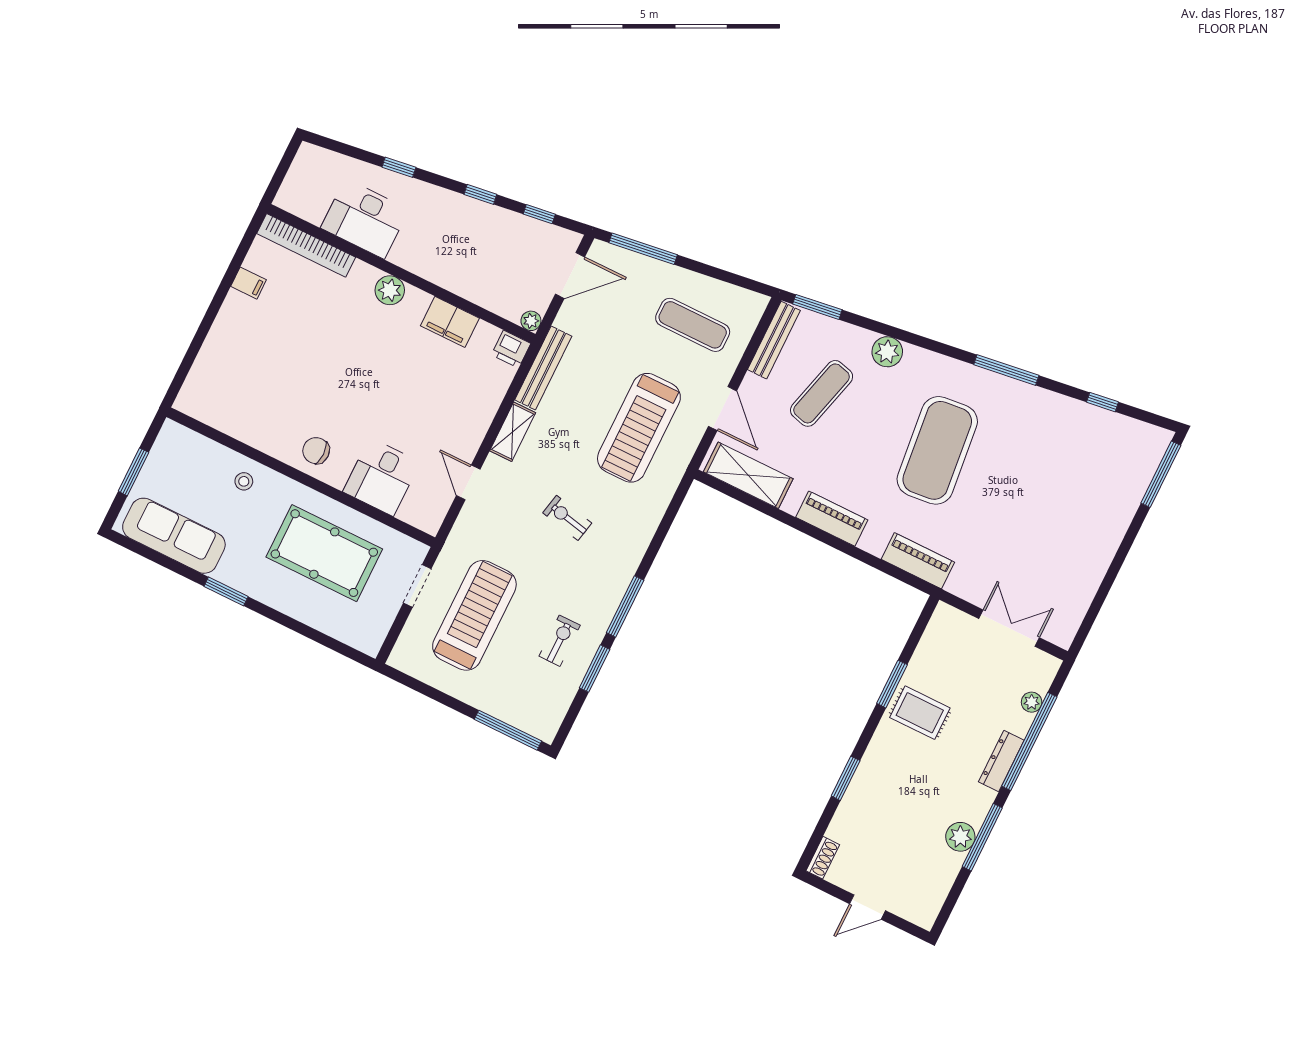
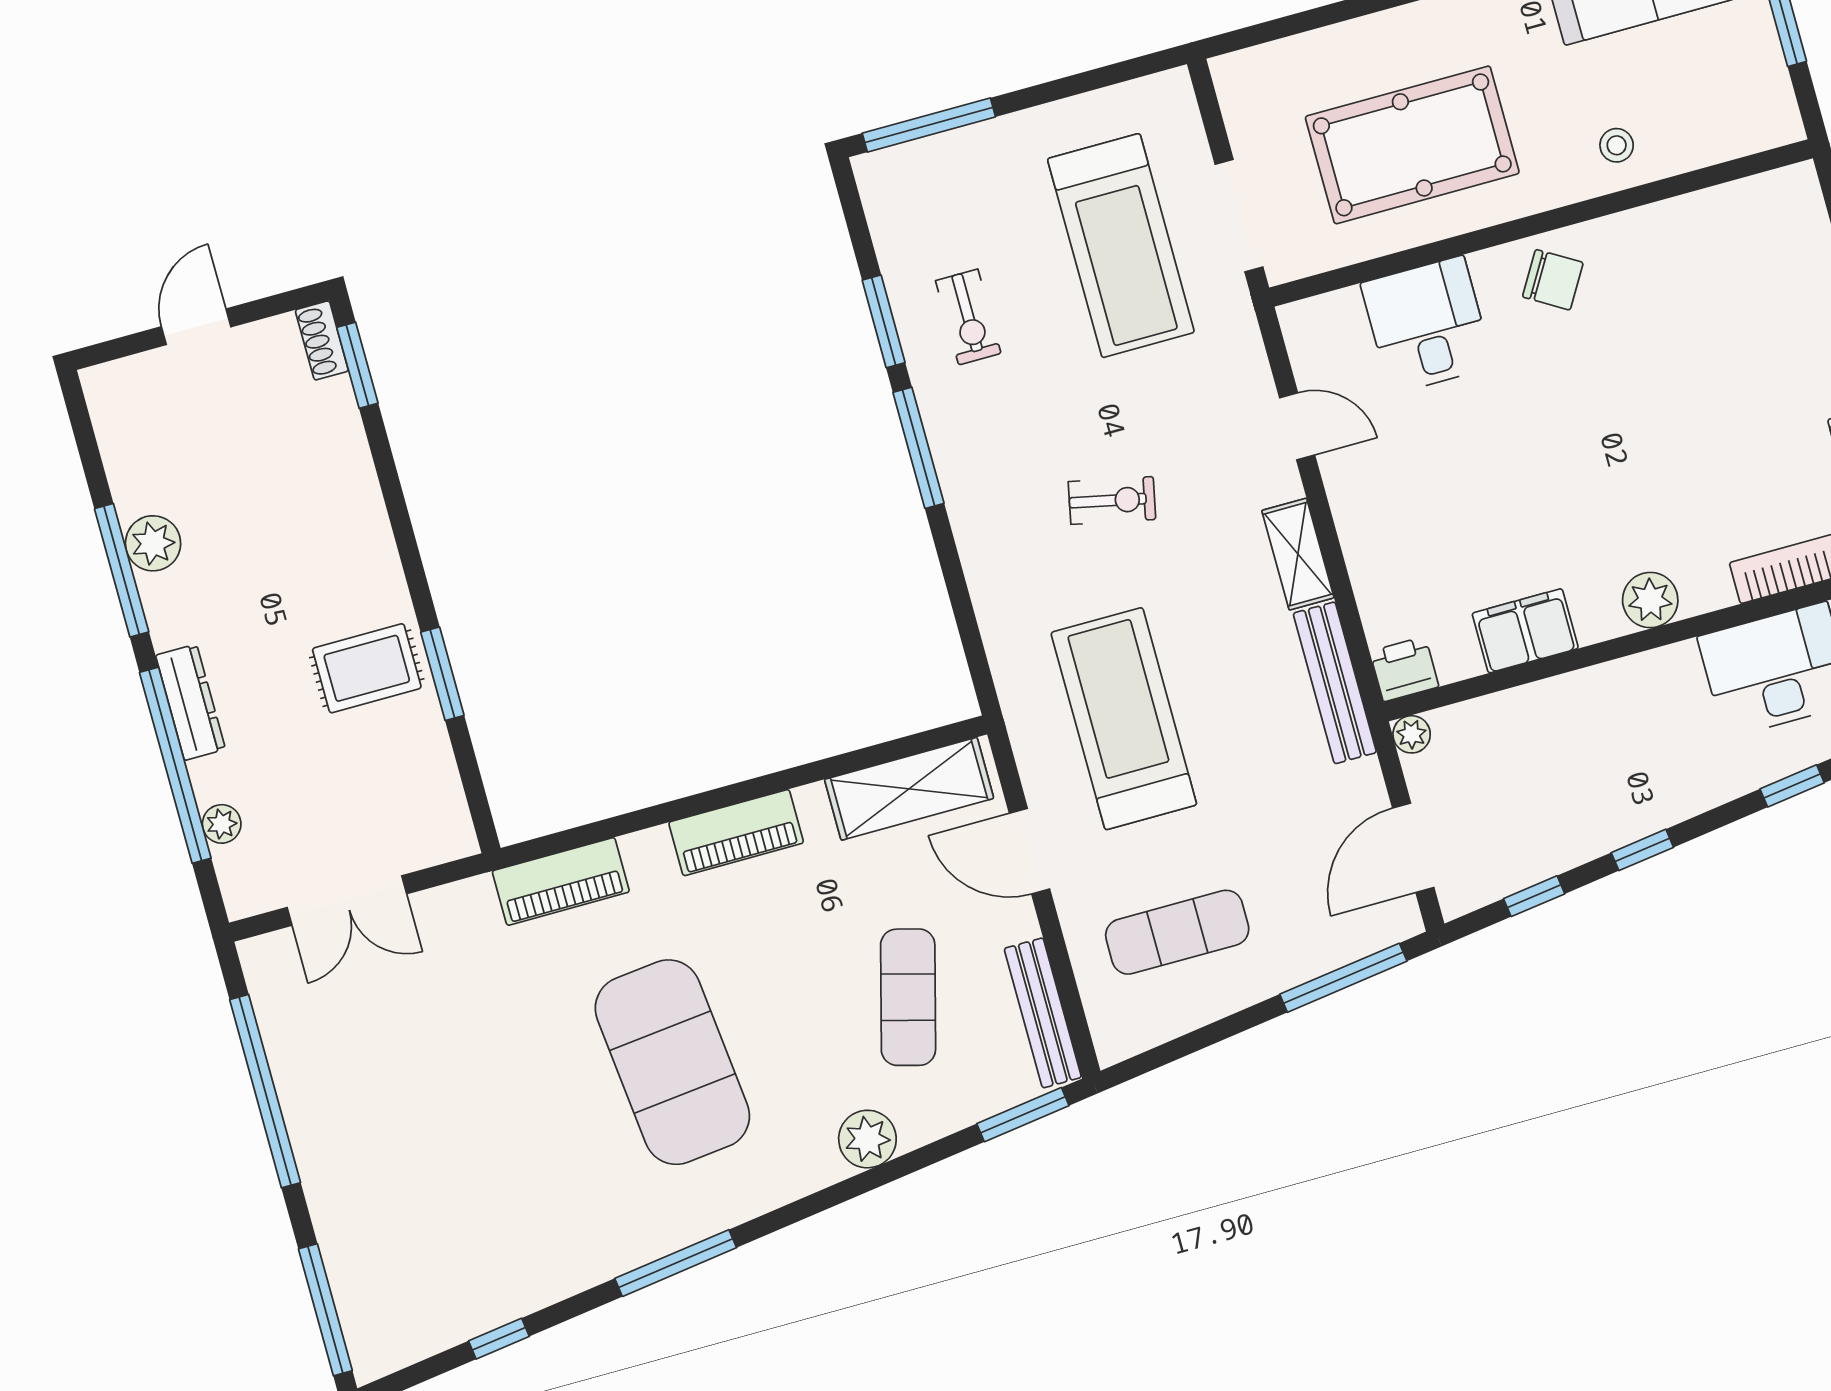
chair: (316, 451) -> (1553, 280), turned 31
window: (1108, 582) -> (265, 1091), added
doorway: (417, 586) -> (1239, 216), width x1.38
window: (846, 778) -> (357, 365), moved

